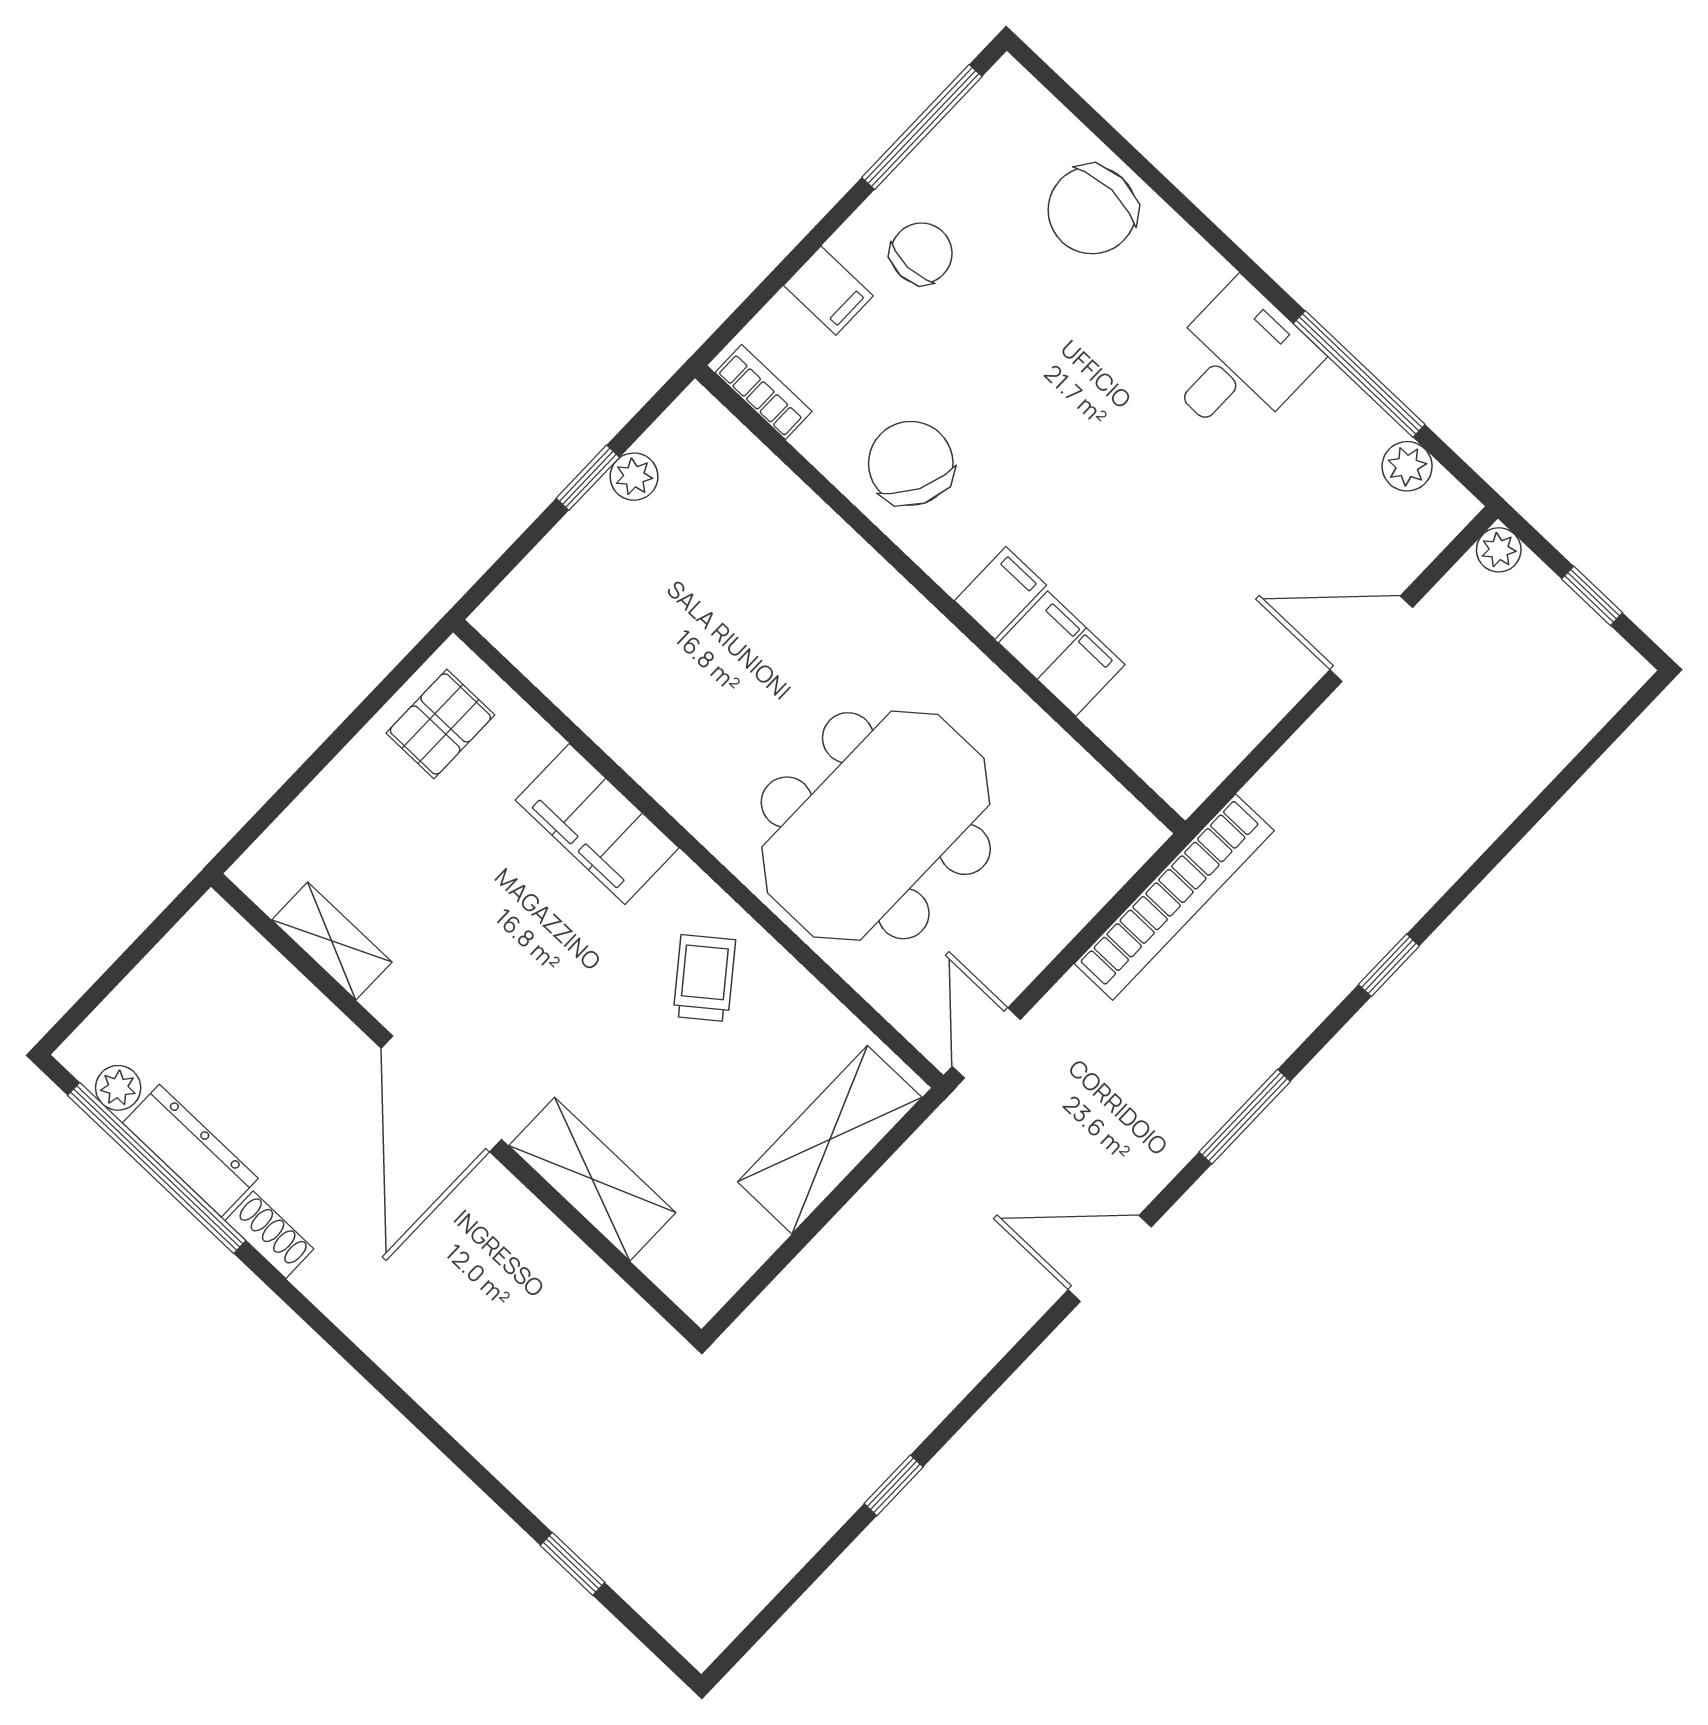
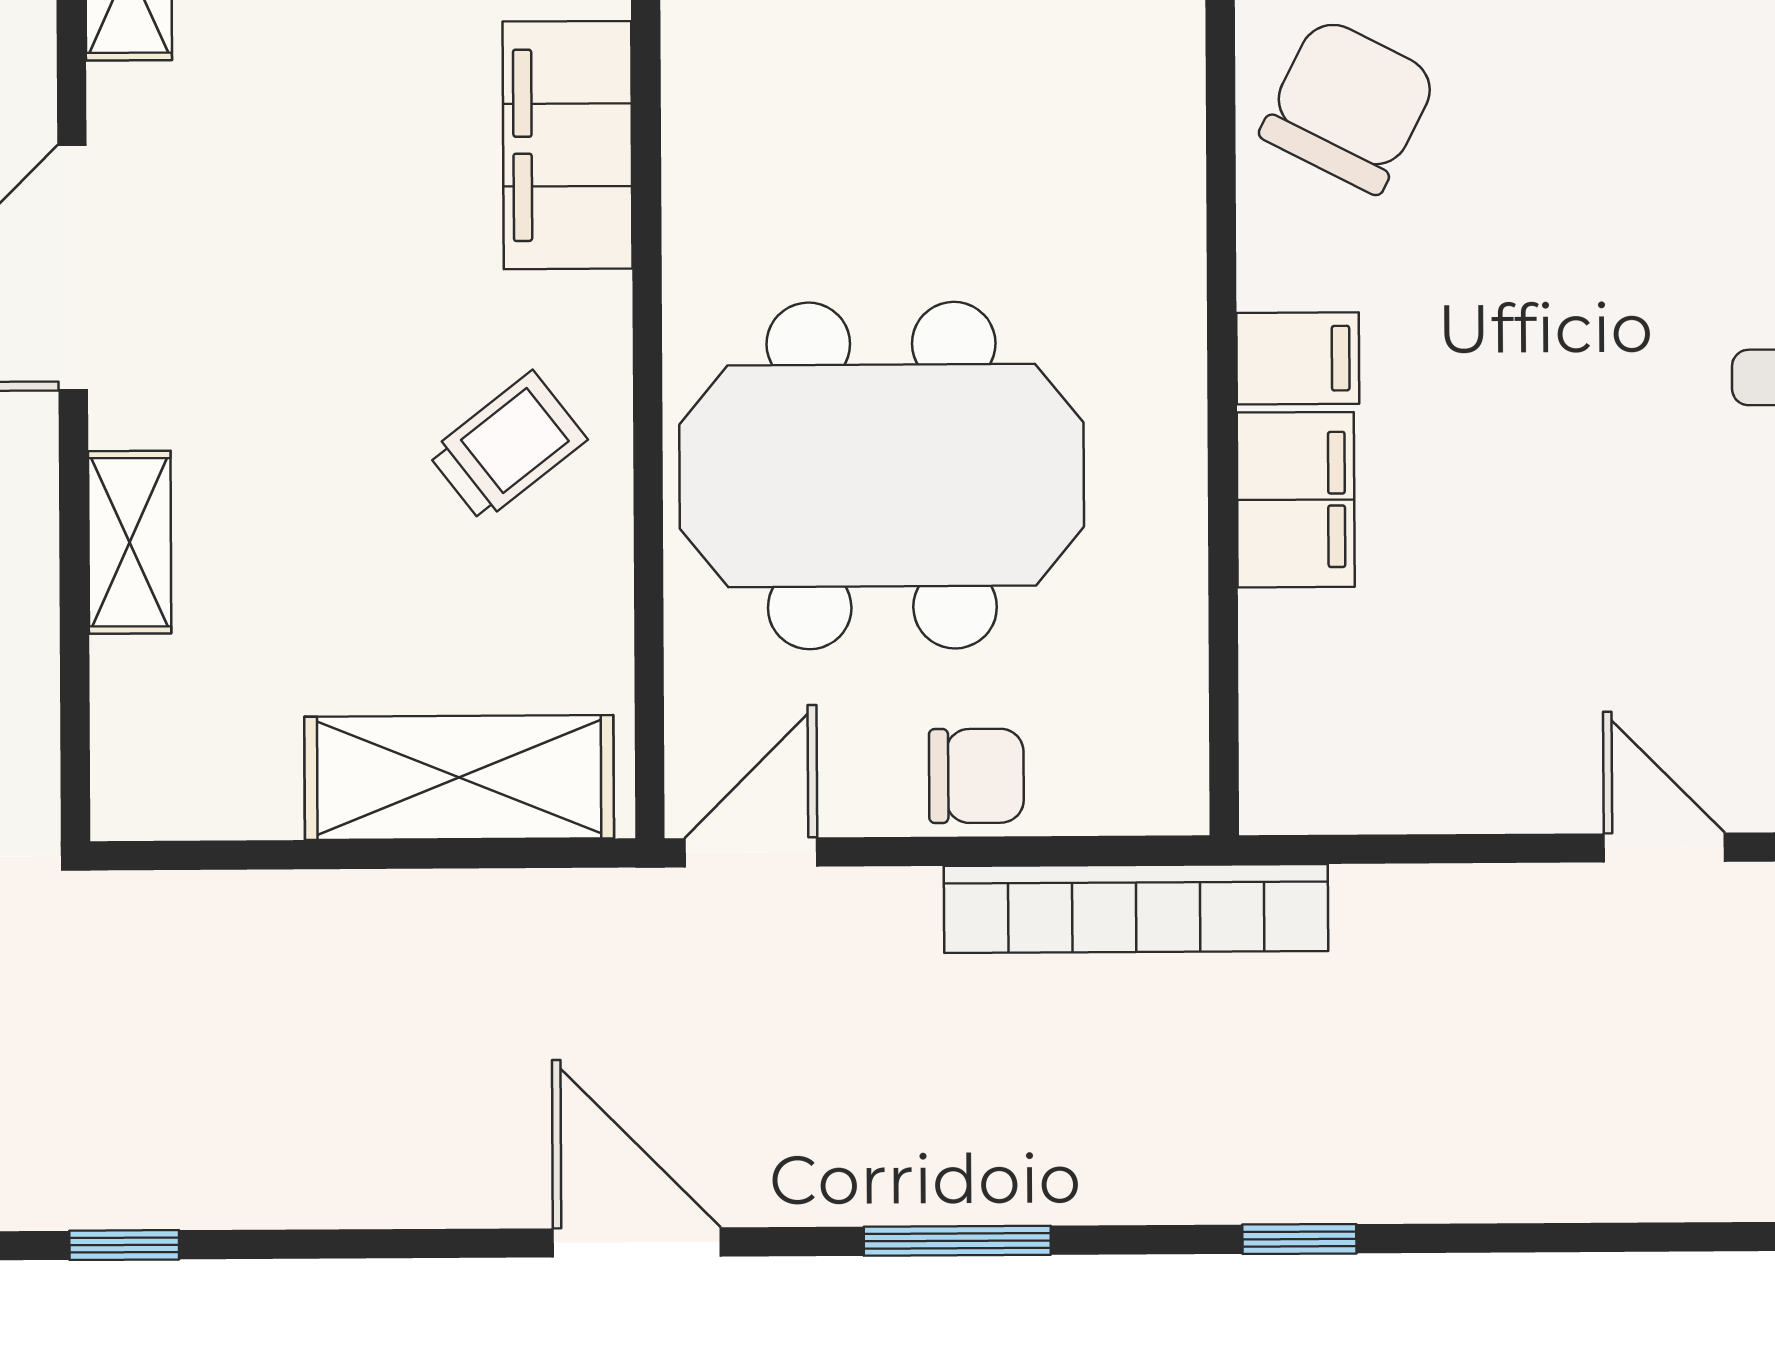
door: (1371, 639) -> (1664, 848), width x0.73
chair: (1048, 911) -> (976, 776), added
shelving: (592, 1179) -> (130, 542), width x0.67, depth x0.75

